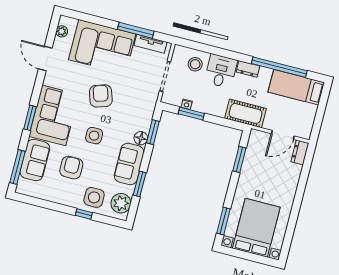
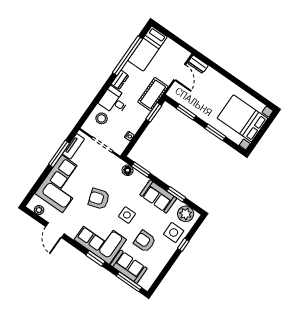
door: (45, 58) -> (55, 230), hinge flipped
window: (191, 114) -> (154, 112), moved
floor lamp: (141, 138) -> (128, 170), moved
window: (224, 221) -> (215, 132), moved

